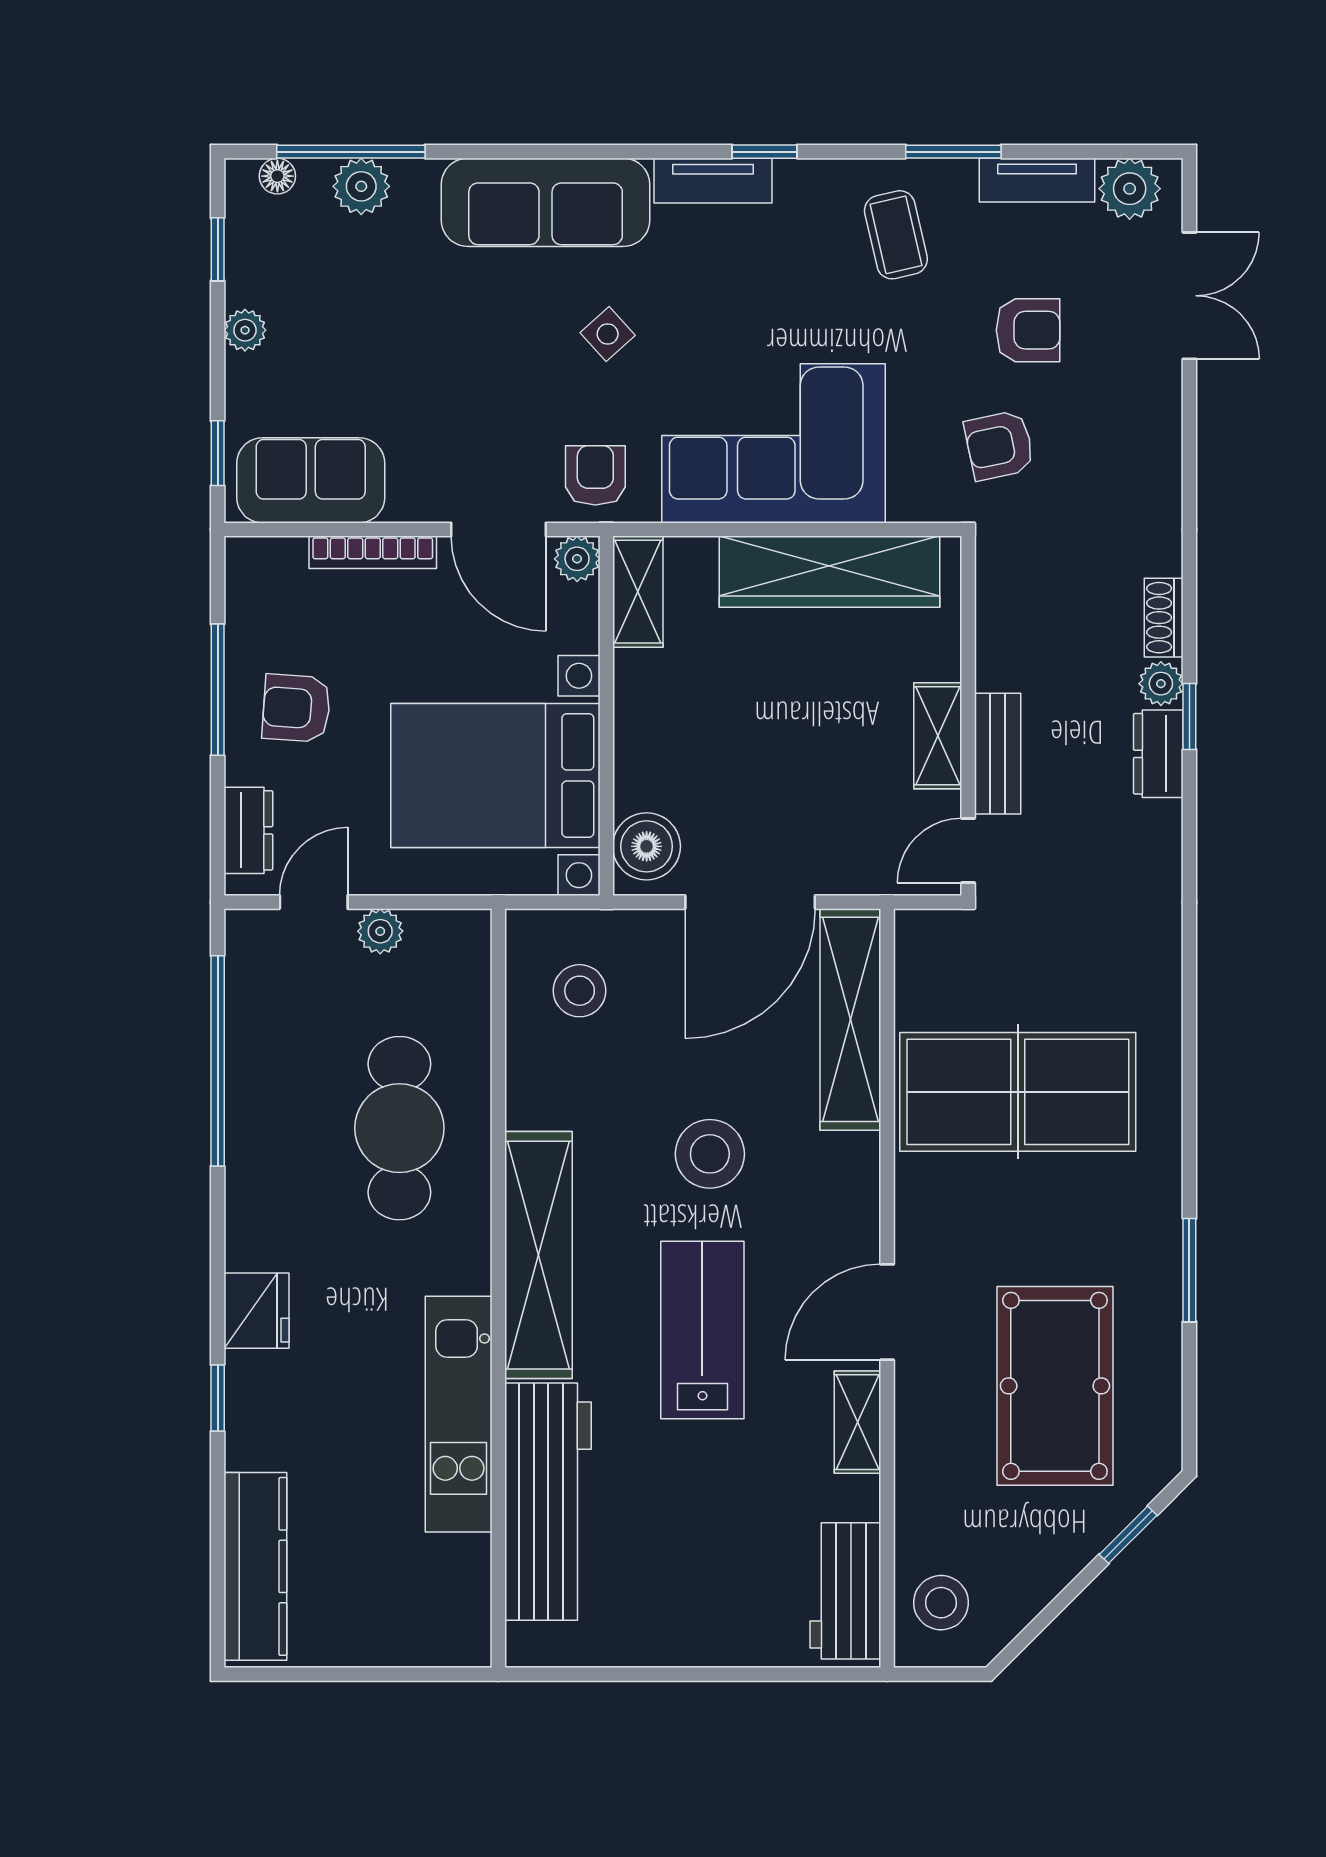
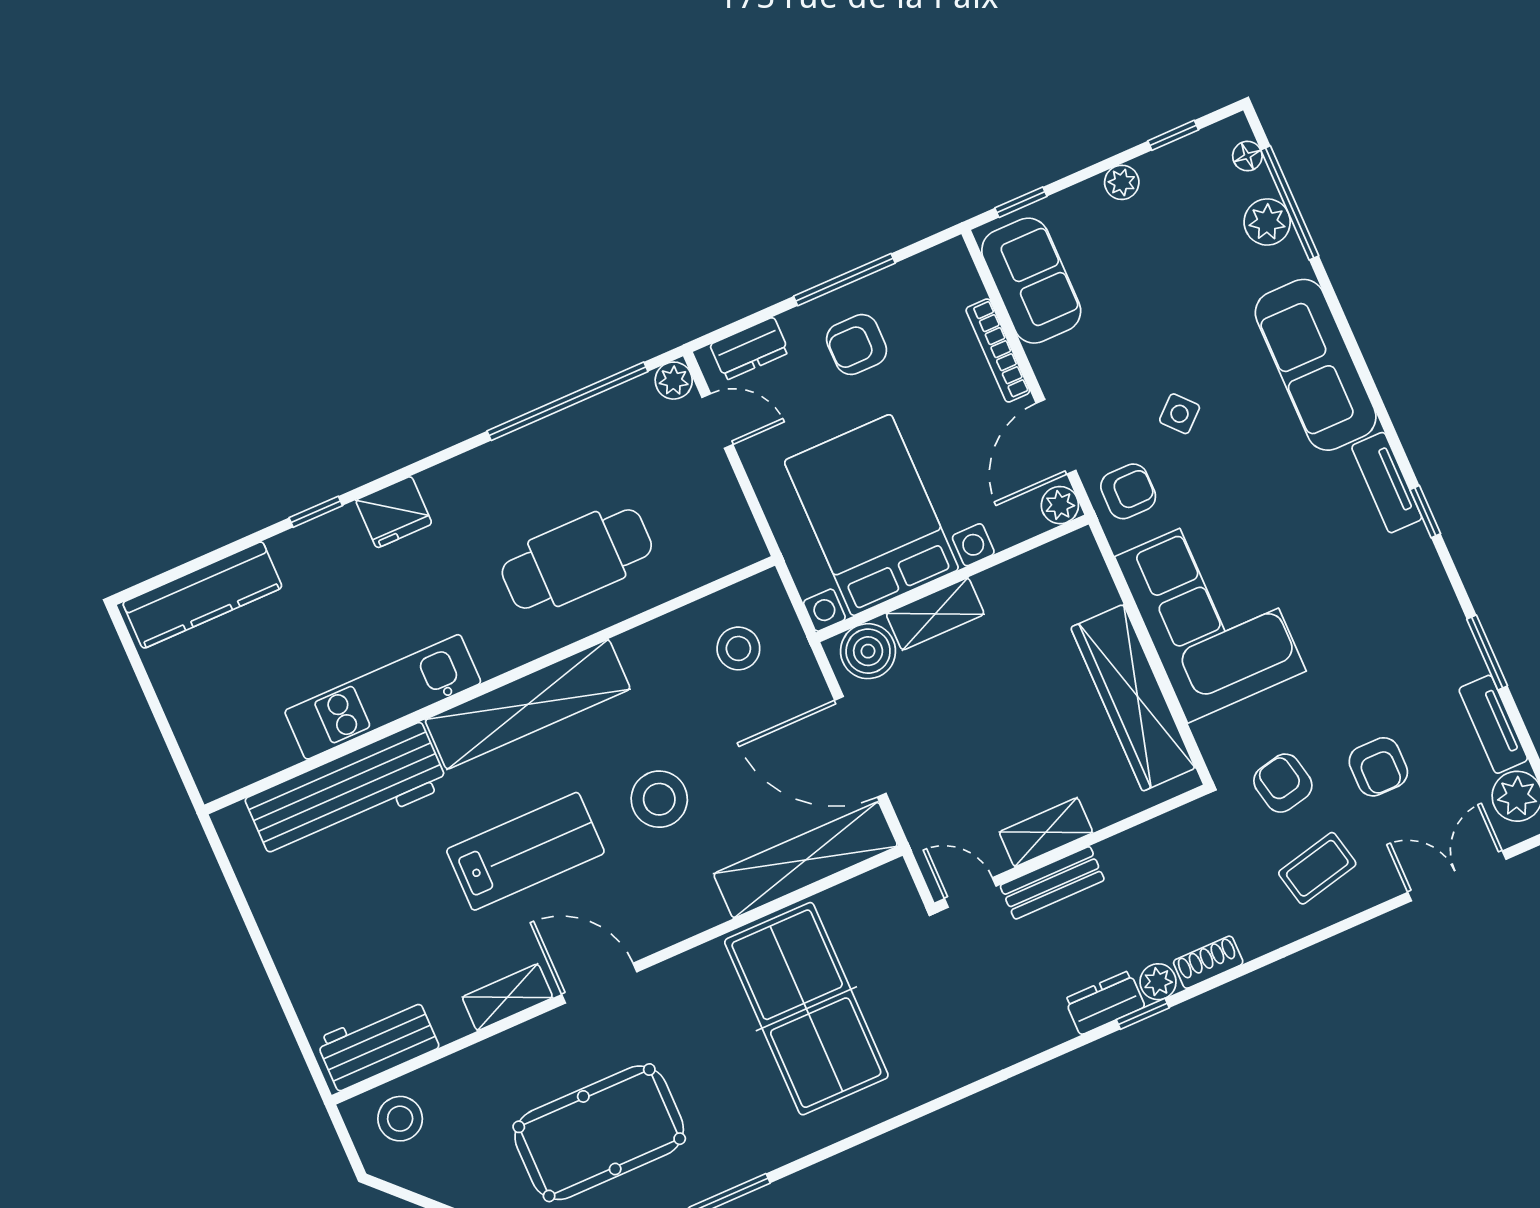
coffee table: (896, 235) -> (1317, 868), moved
double door: (1189, 296) -> (1457, 876), swing flipped
side table: (608, 334) -> (1180, 414), moved
shelving: (638, 592) -> (935, 614), moved
armchair: (296, 708) -> (857, 345), turned -94
plant: (380, 931) -> (674, 381), moved

